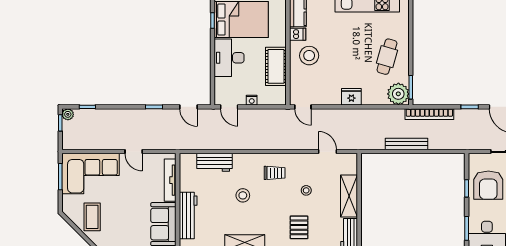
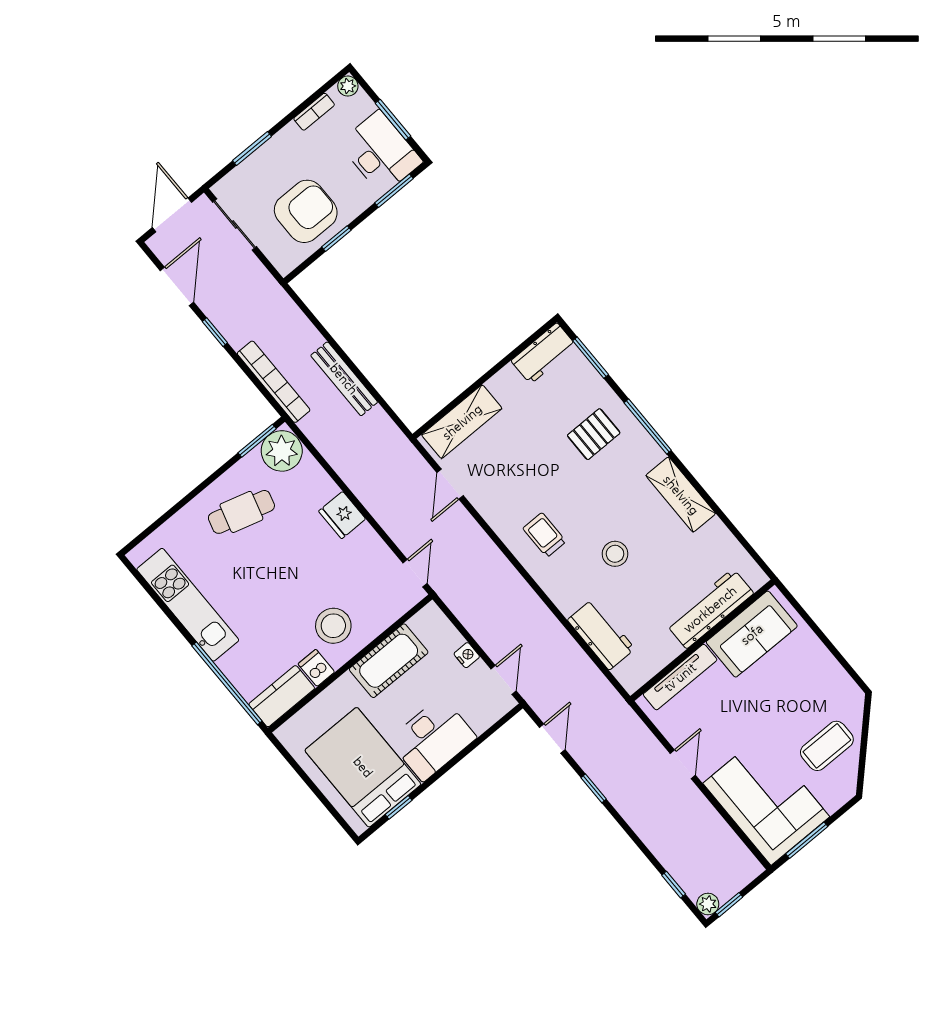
stool: (306, 190) -> (532, 468), removed
shelving: (349, 196) -> (462, 422), moved

